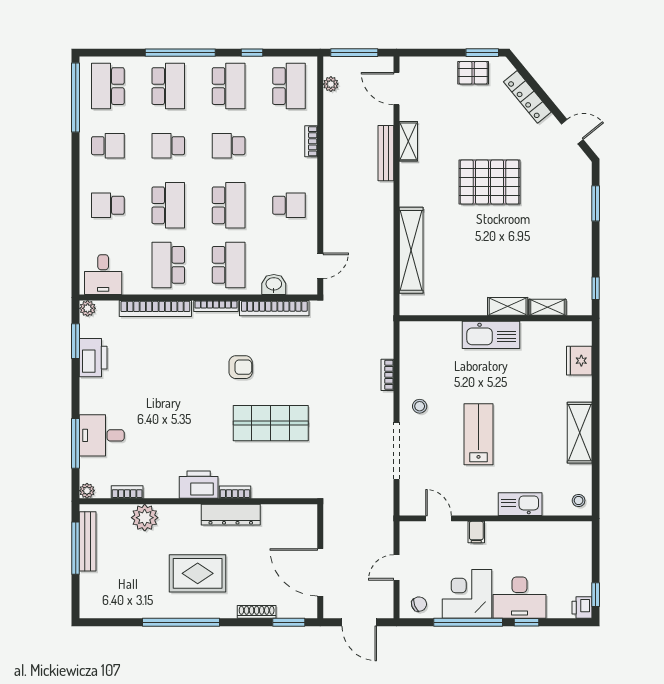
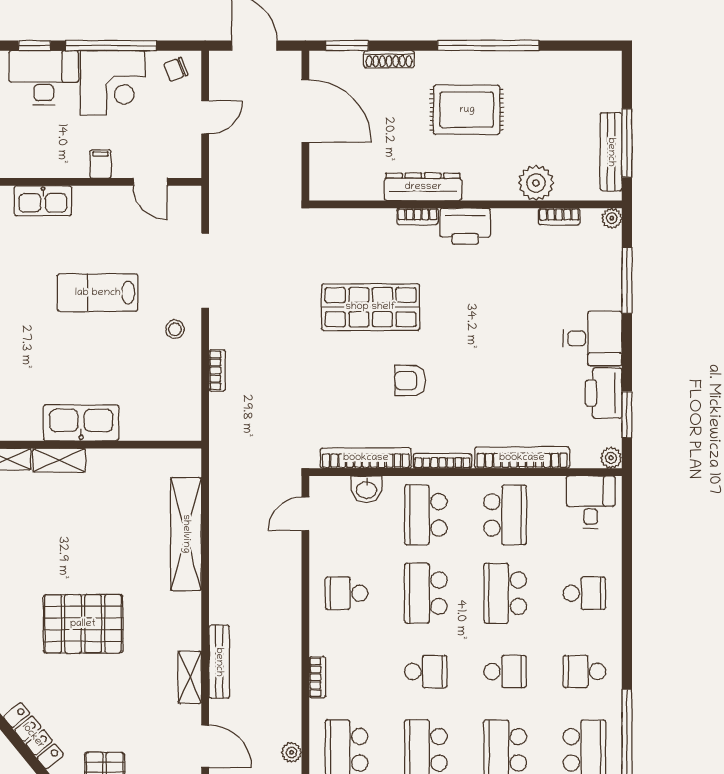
lab bench: (479, 434) -> (98, 293), turned 90
desk: (102, 435) -> (592, 338), moved

